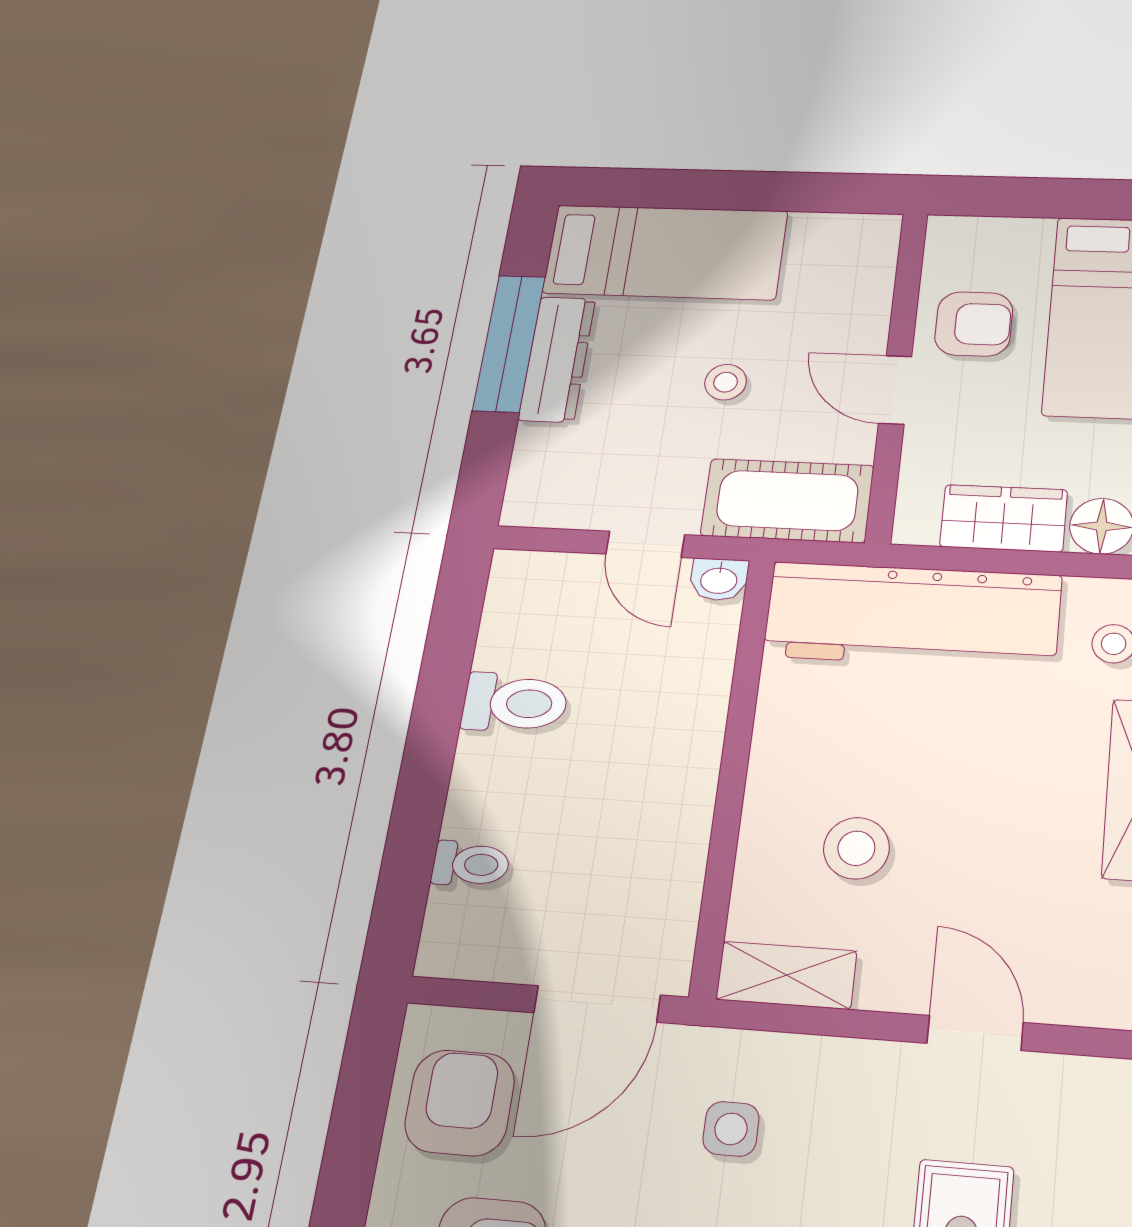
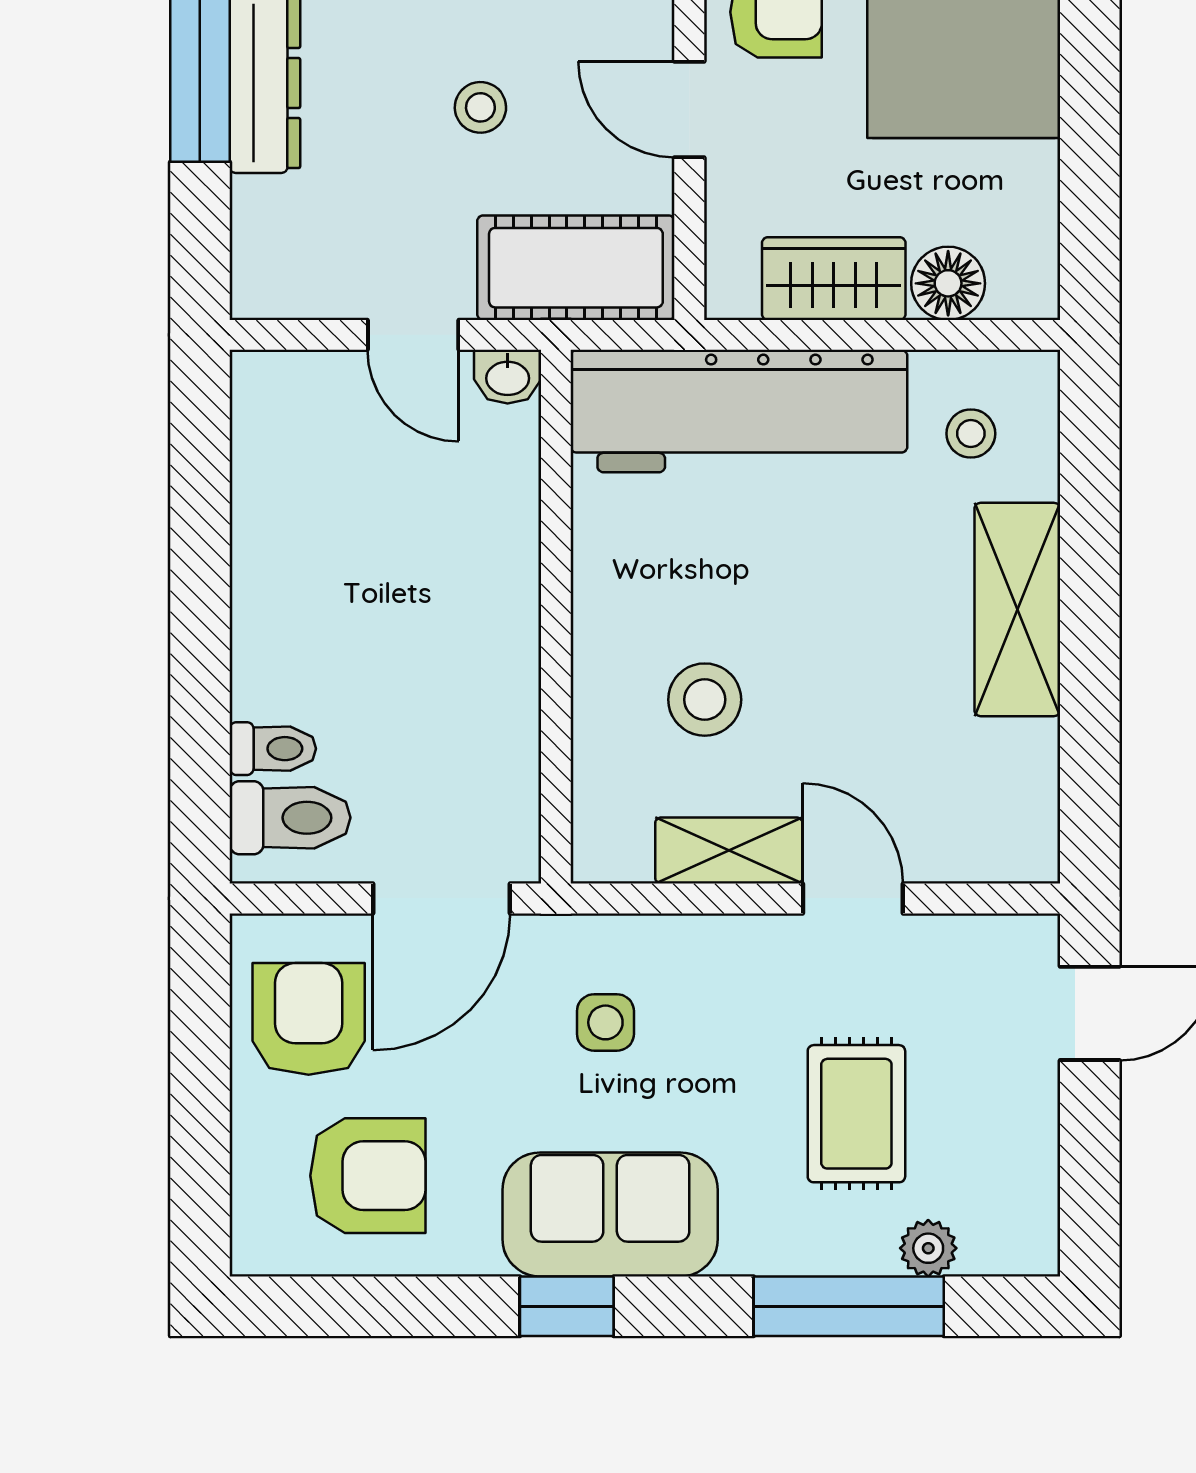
toilet: (515, 703) -> (290, 818), moved
shelving: (786, 975) -> (729, 850), moved

